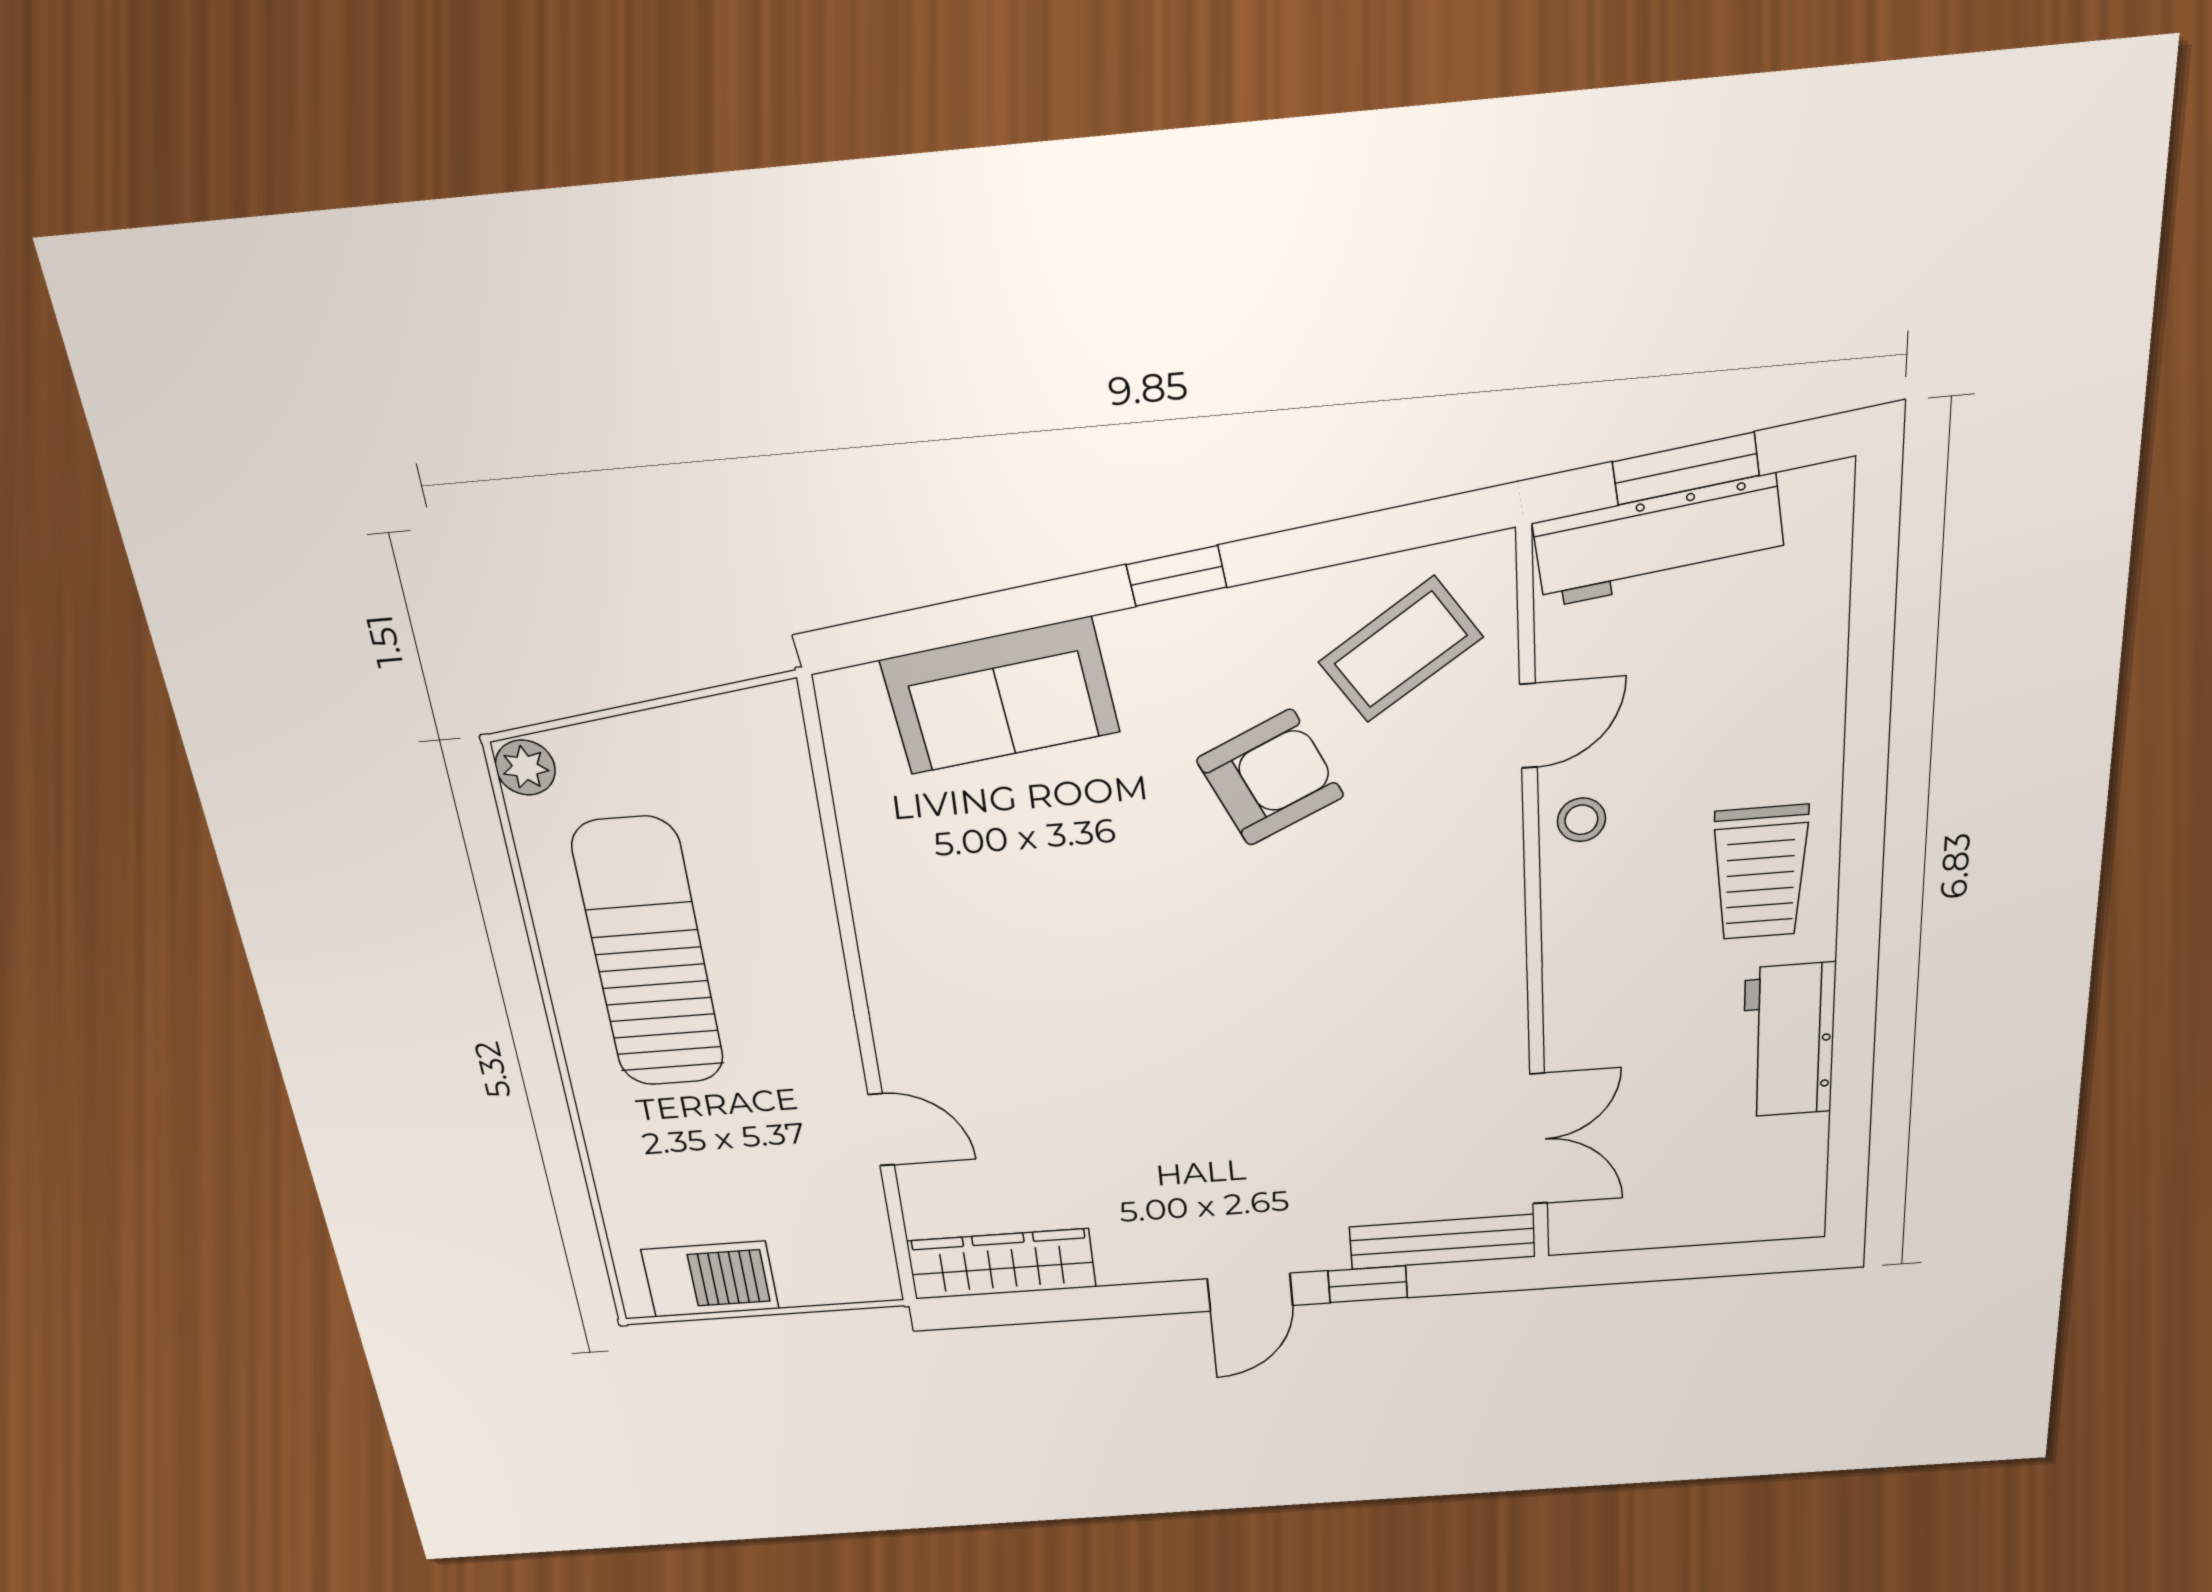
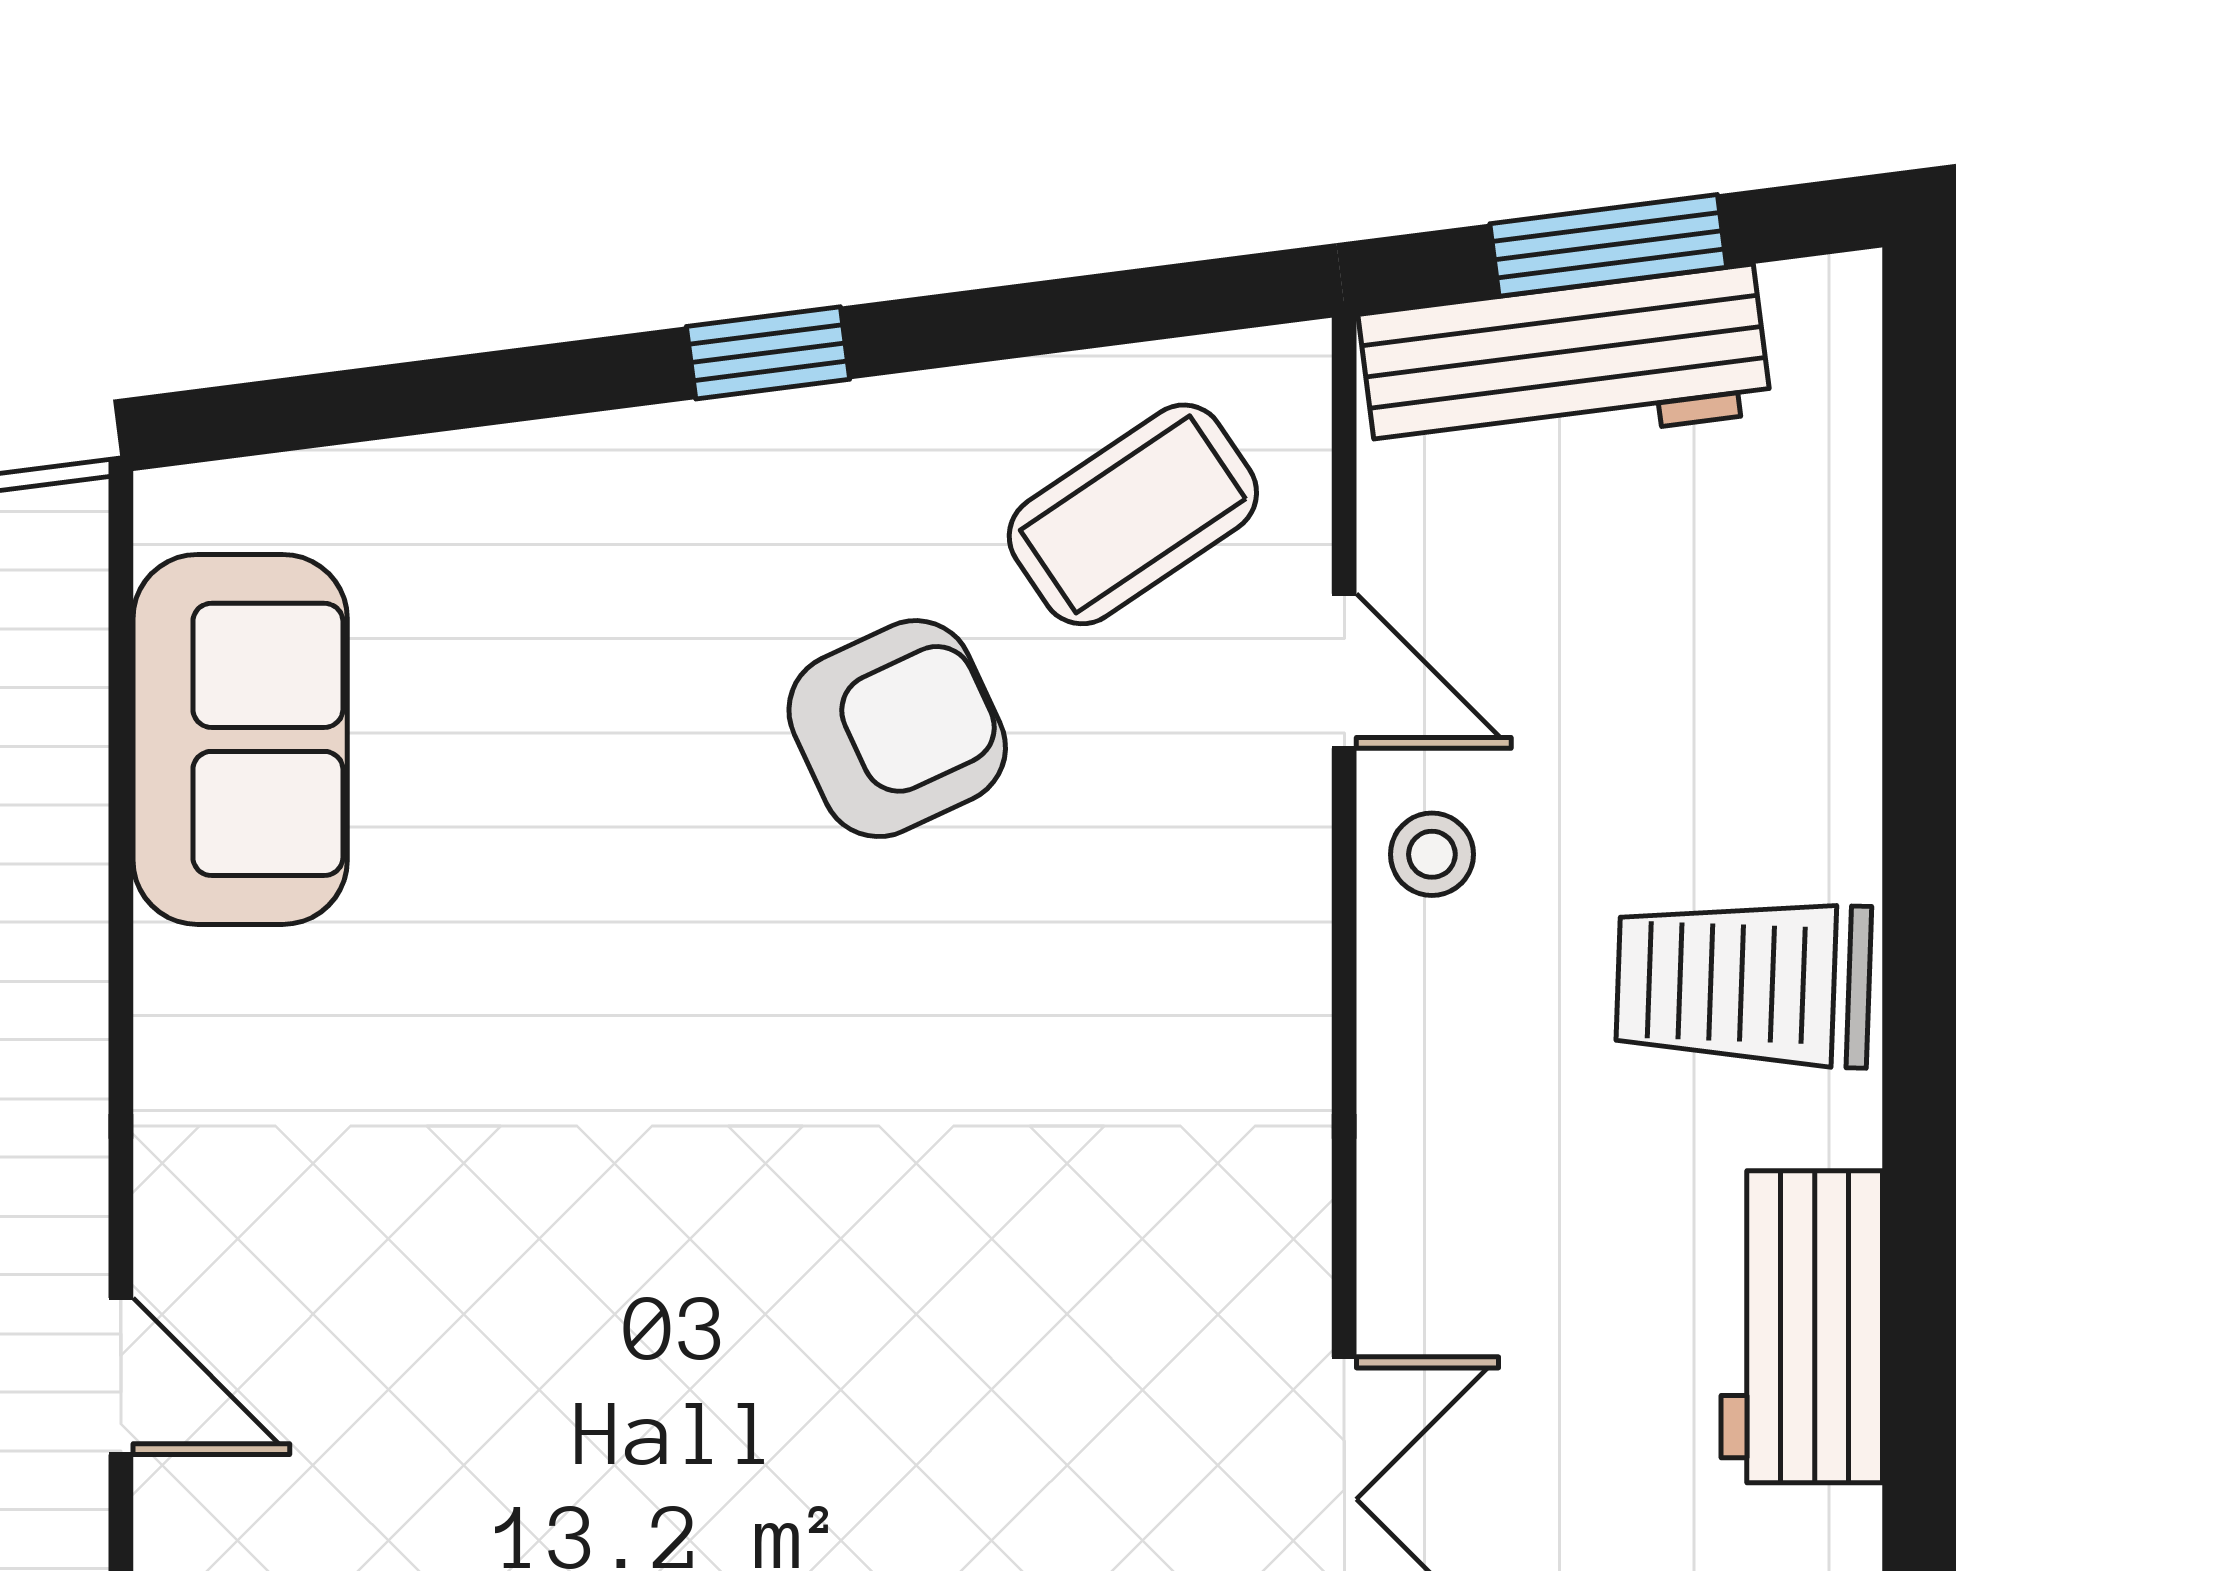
sofa: (1000, 696) -> (240, 739), moved, turned -83
door: (1528, 726) -> (1344, 671), hinge flipped
trolley: (1760, 873) -> (1744, 983), turned 92

